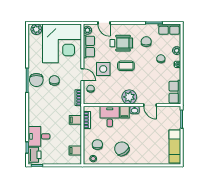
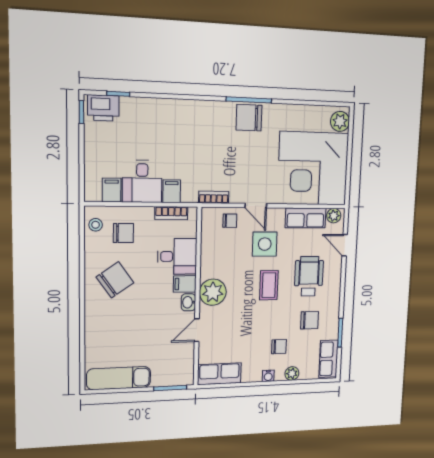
door: (104, 23) -> (345, 245), hinge flipped
wheelchair: (121, 43) -> (309, 276), turned 180
door: (82, 75) -> (256, 206), hinge flipped
chair: (54, 80) -> (247, 152), removed
desk: (39, 136) -> (142, 181), moved, turned 180

